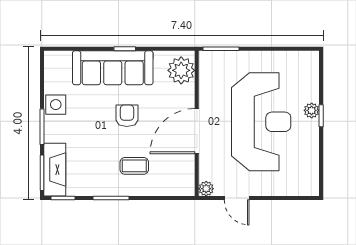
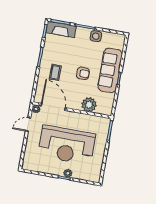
plant: (181, 70) -> (89, 105), moved
door: (197, 131) -> (53, 107), moved

